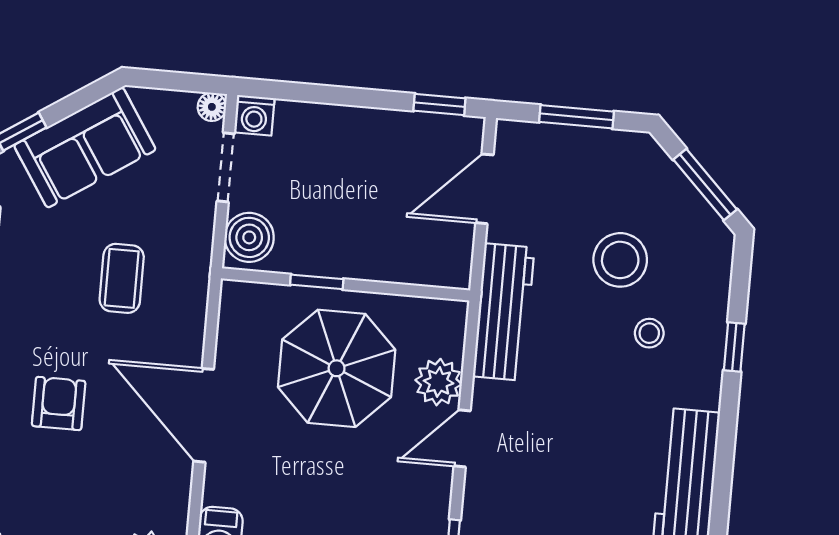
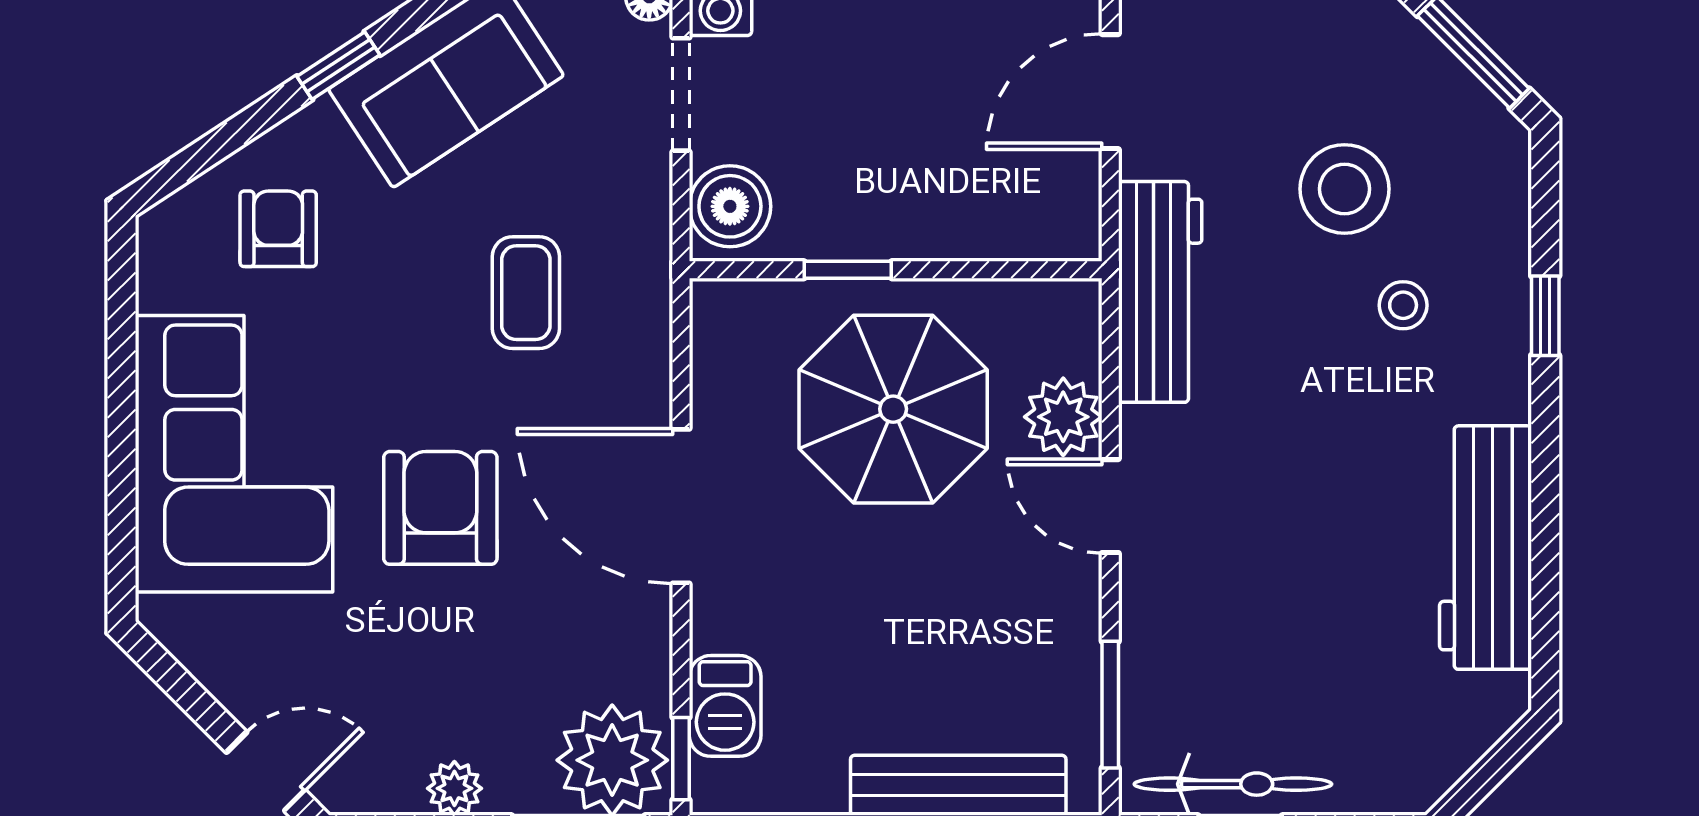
armchair: (59, 403) -> (440, 508), width x1.38, depth x1.38
door: (462, 438) -> (1110, 506), hinge flipped

